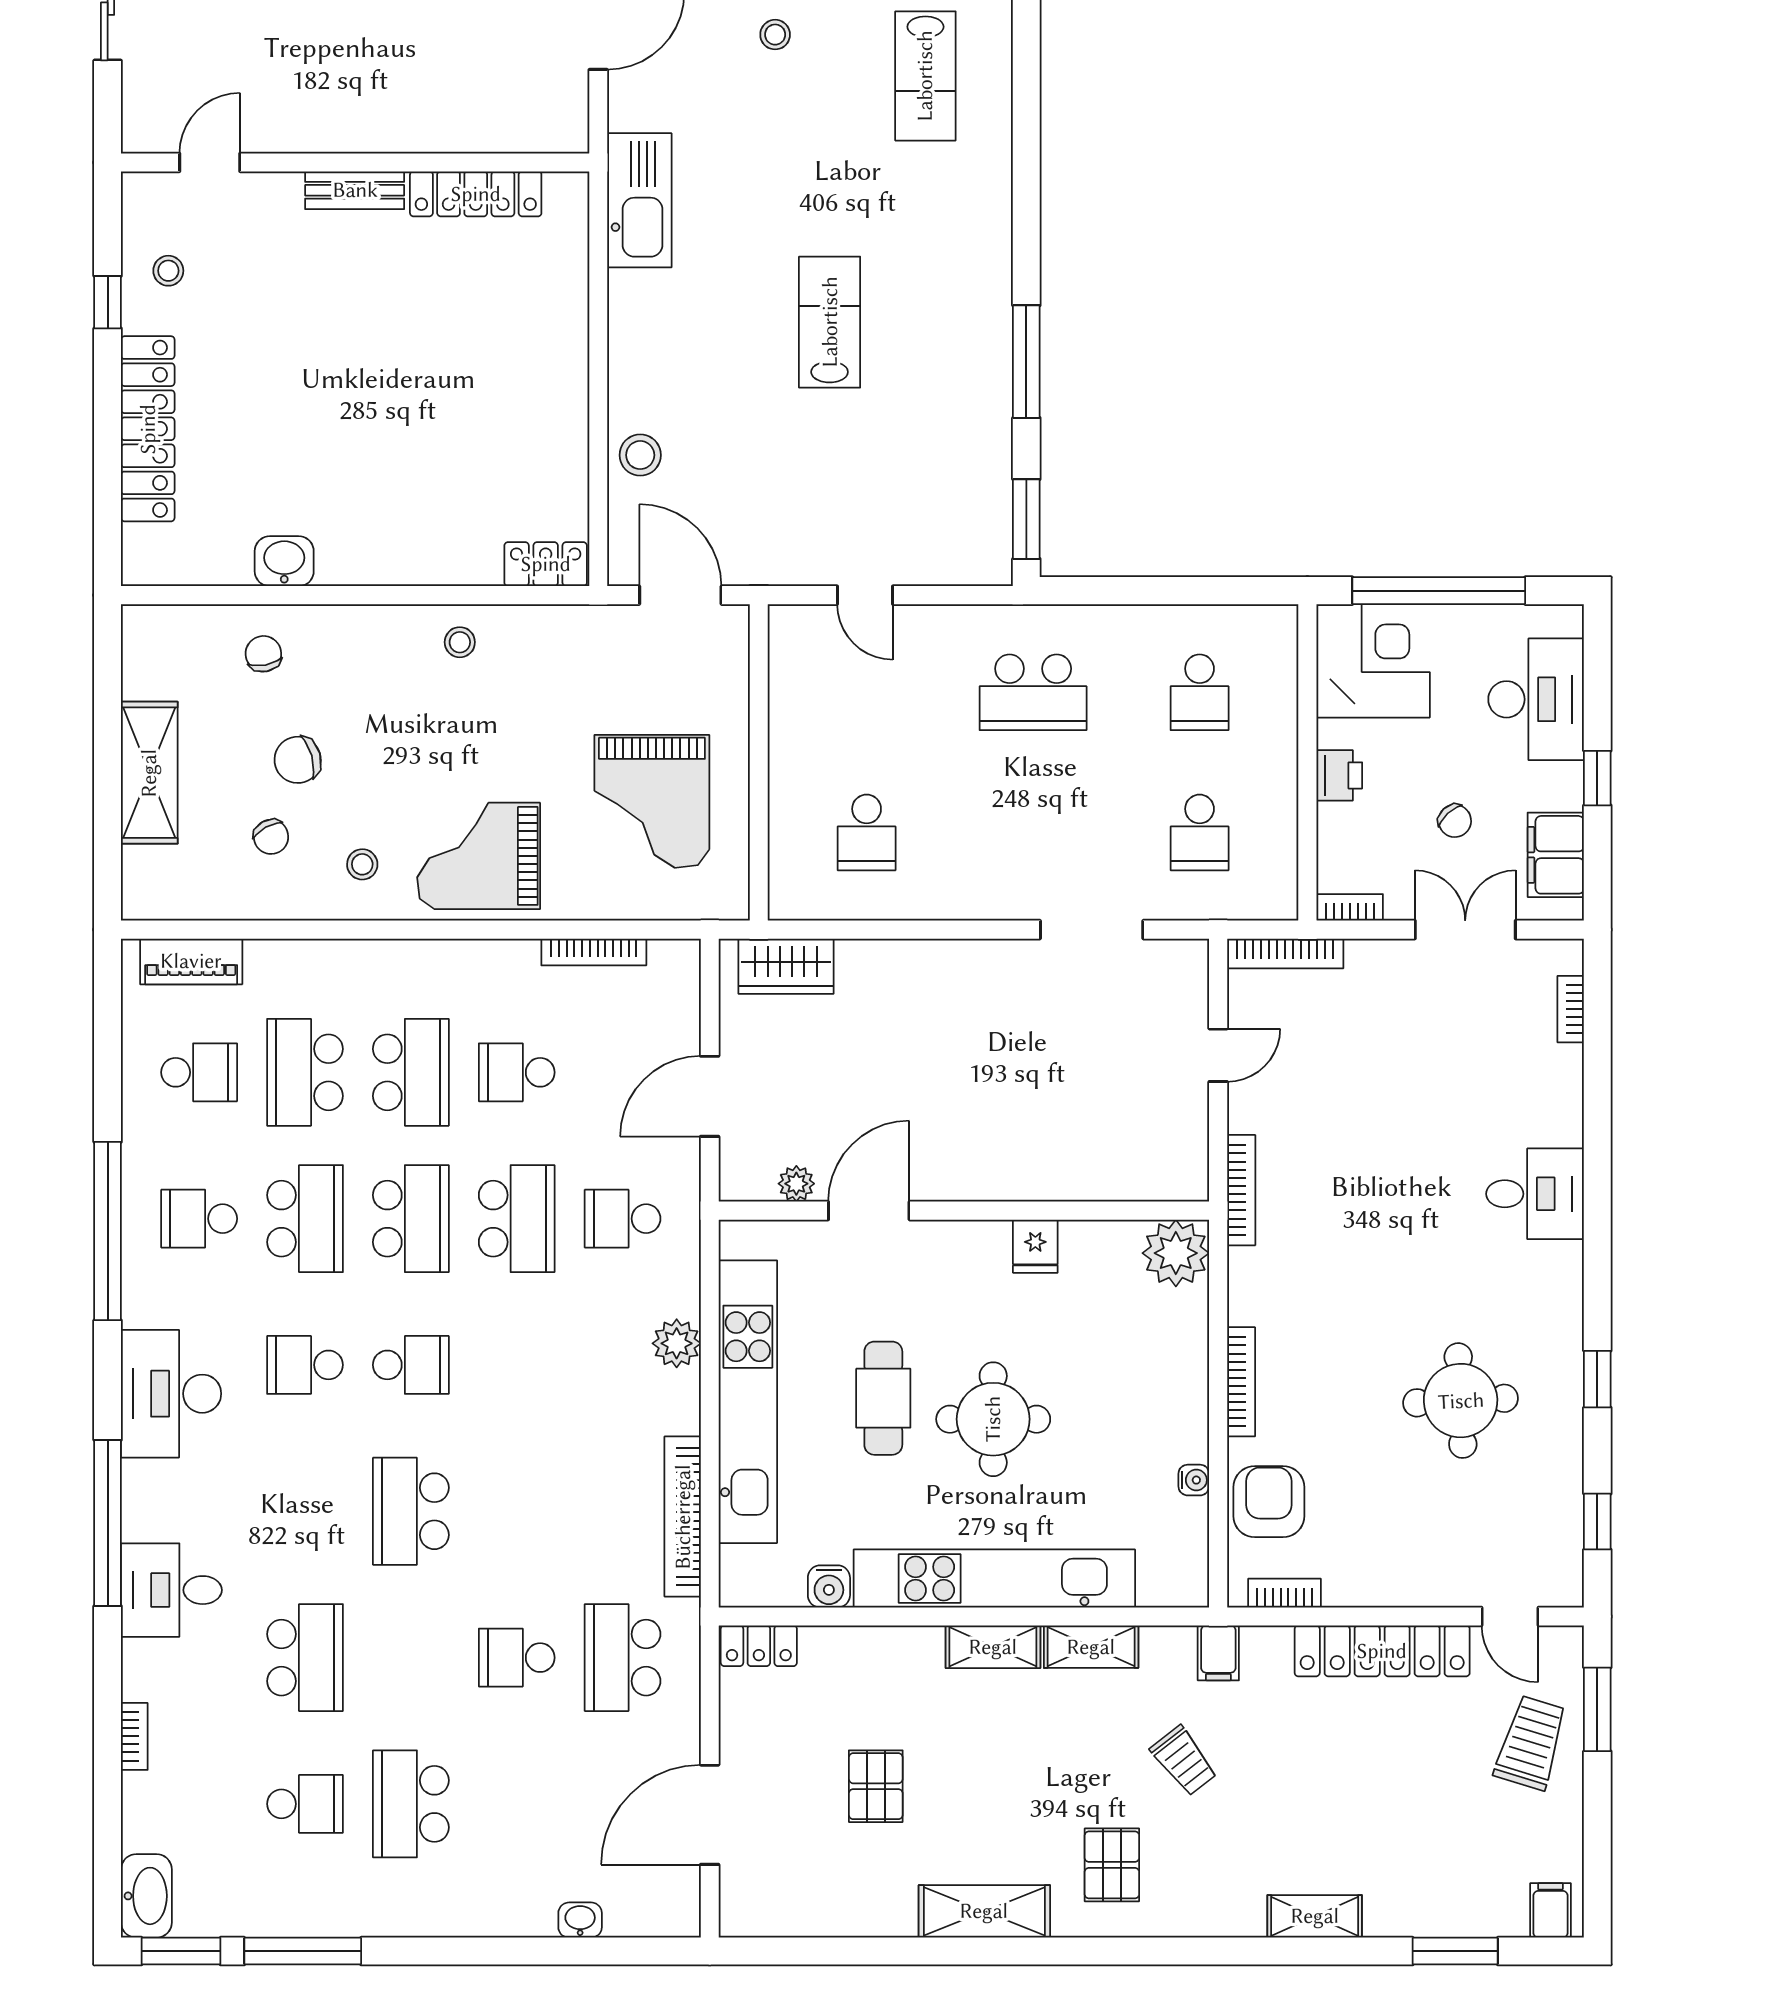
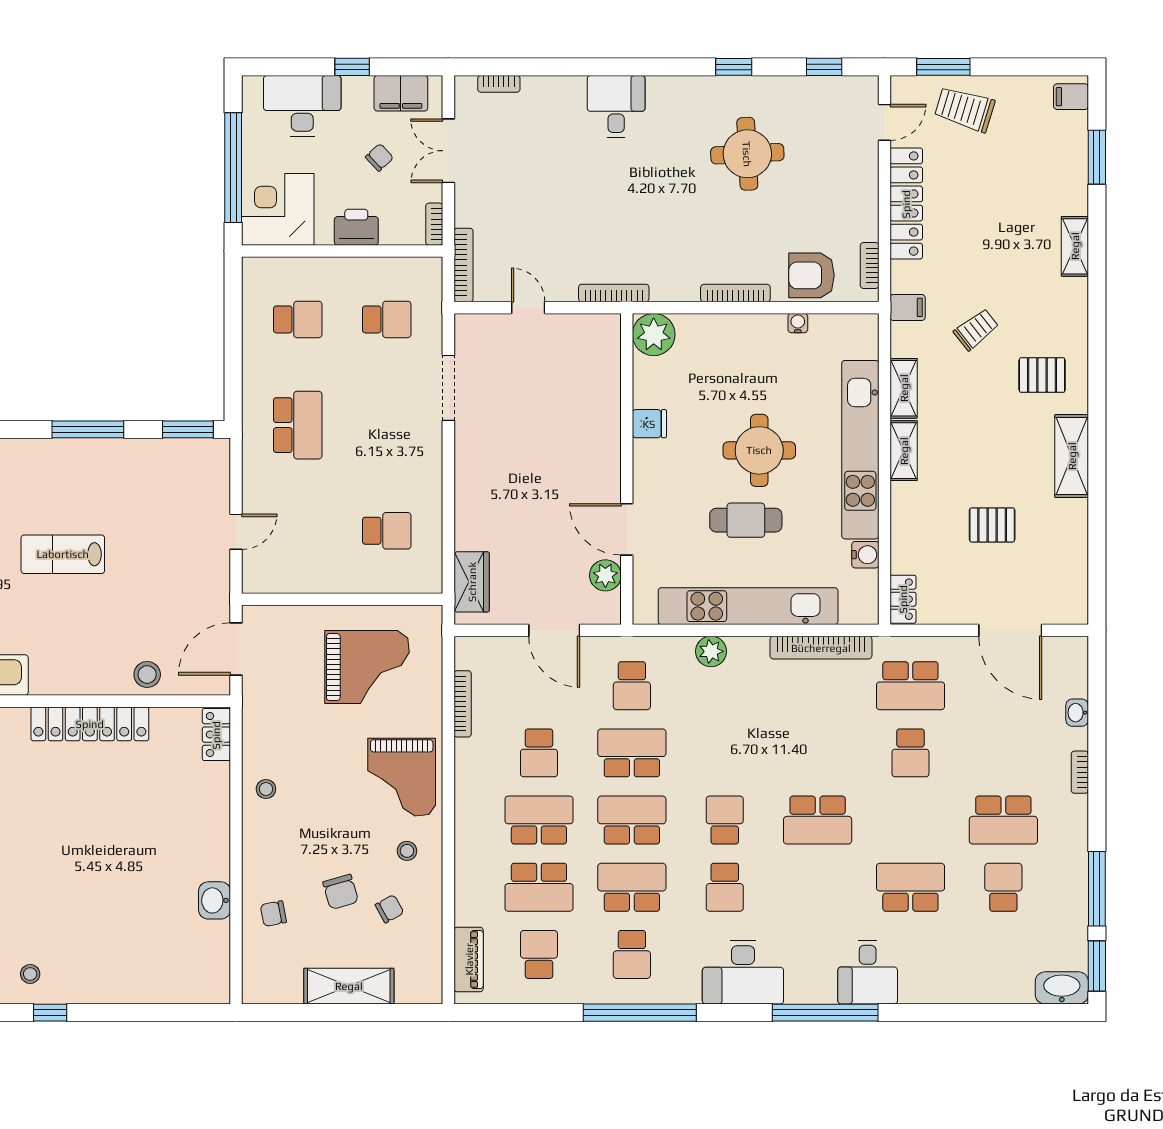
locker: (148, 429) -> (90, 724), moved, turned 180
printer: (1339, 775) -> (356, 227), width x1.36, depth x1.24
plant: (796, 1184) -> (605, 575), width x1.38, depth x1.38
bookcase: (134, 1736) -> (1080, 772), moved, turned -90

